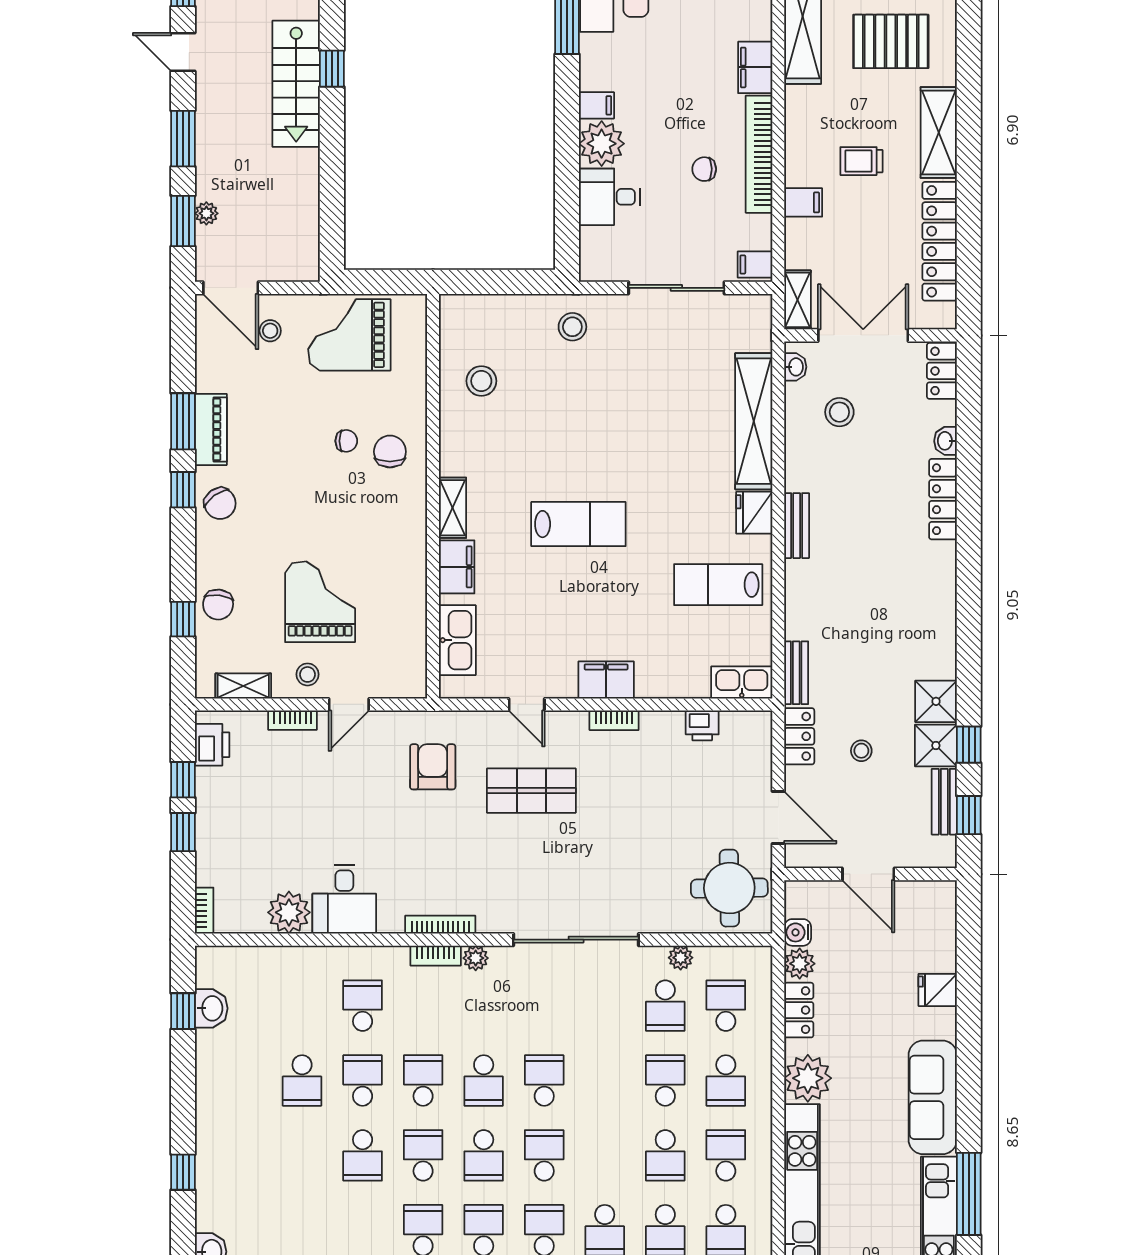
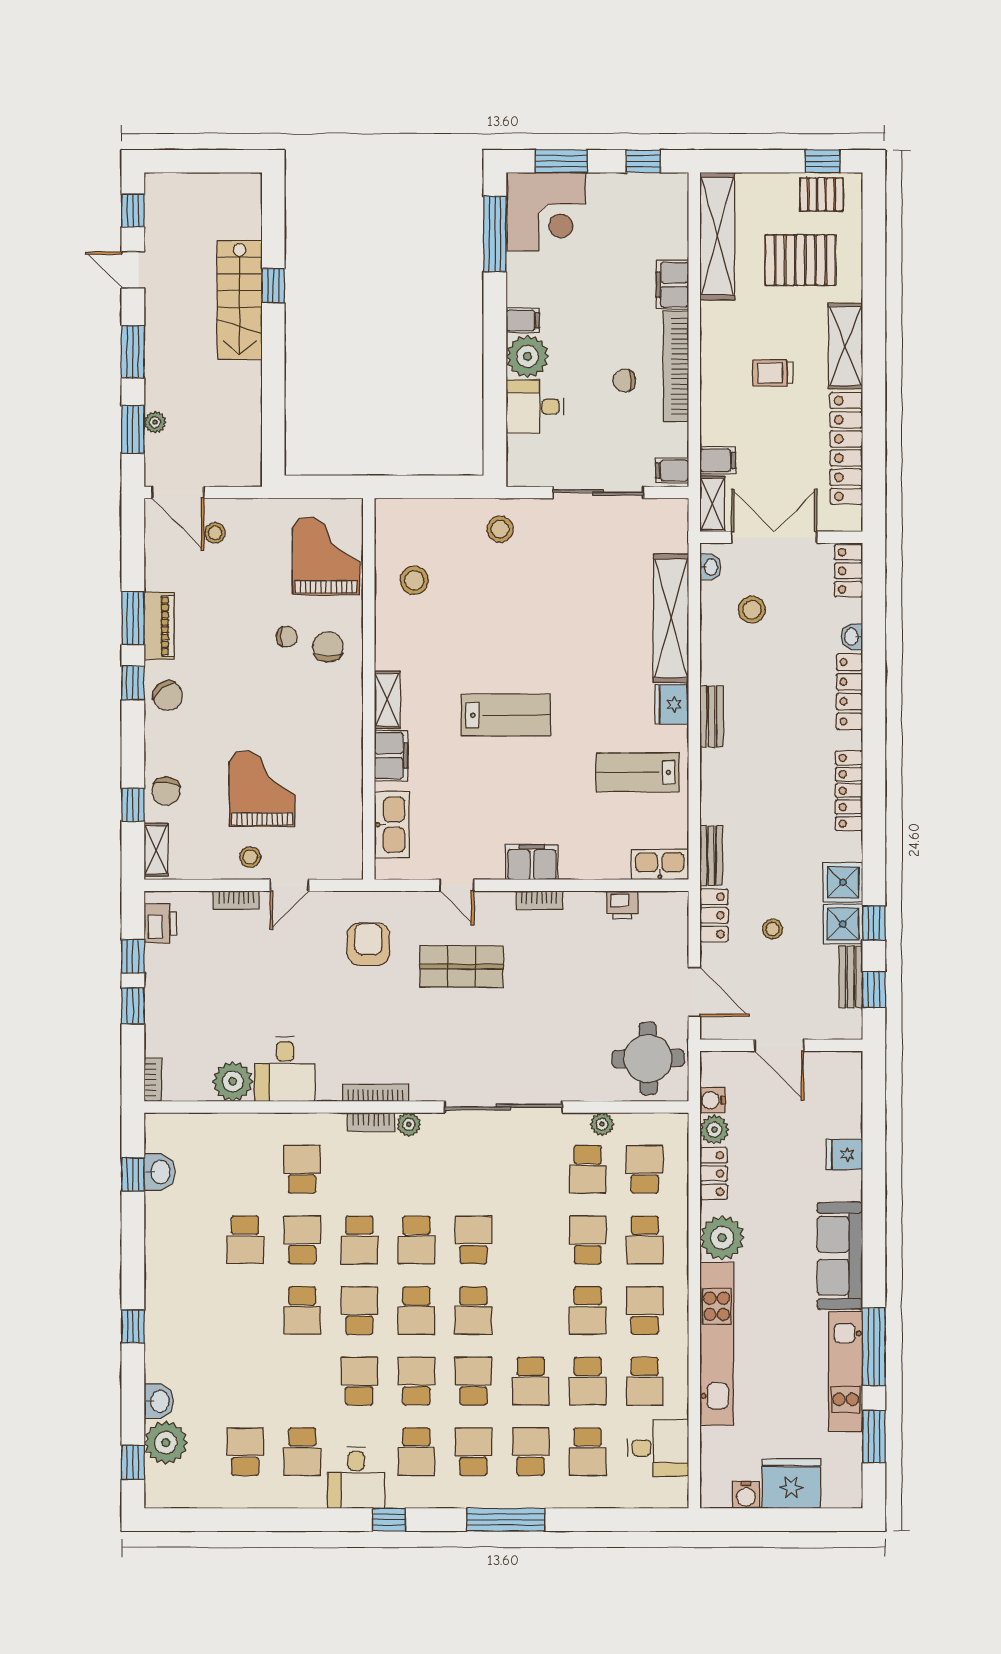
filing cabinet: (803, 202) -> (718, 460), moved
grand piano: (349, 335) -> (326, 556), moved, turned 90
locker: (942, 604) -> (849, 791), added
shelving: (243, 686) -> (156, 850), moved, turned 90
school desk: (423, 1080) -> (359, 1240), turned 180
school desk: (544, 1155) -> (473, 1311), turned 180

